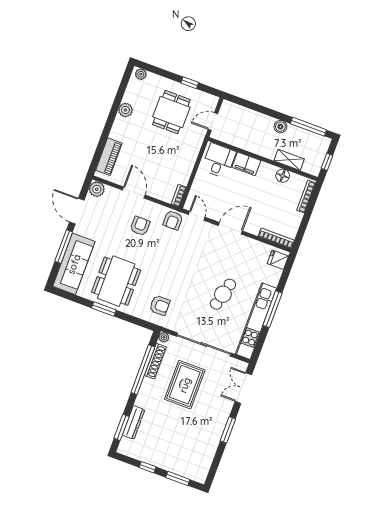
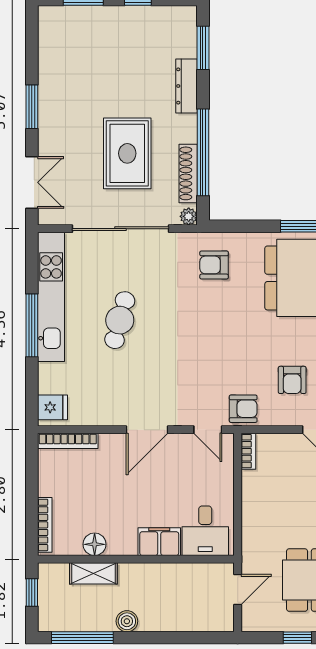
armchair: (173, 220) -> (243, 409), turned 90
dresser: (134, 422) -> (187, 86), moved

